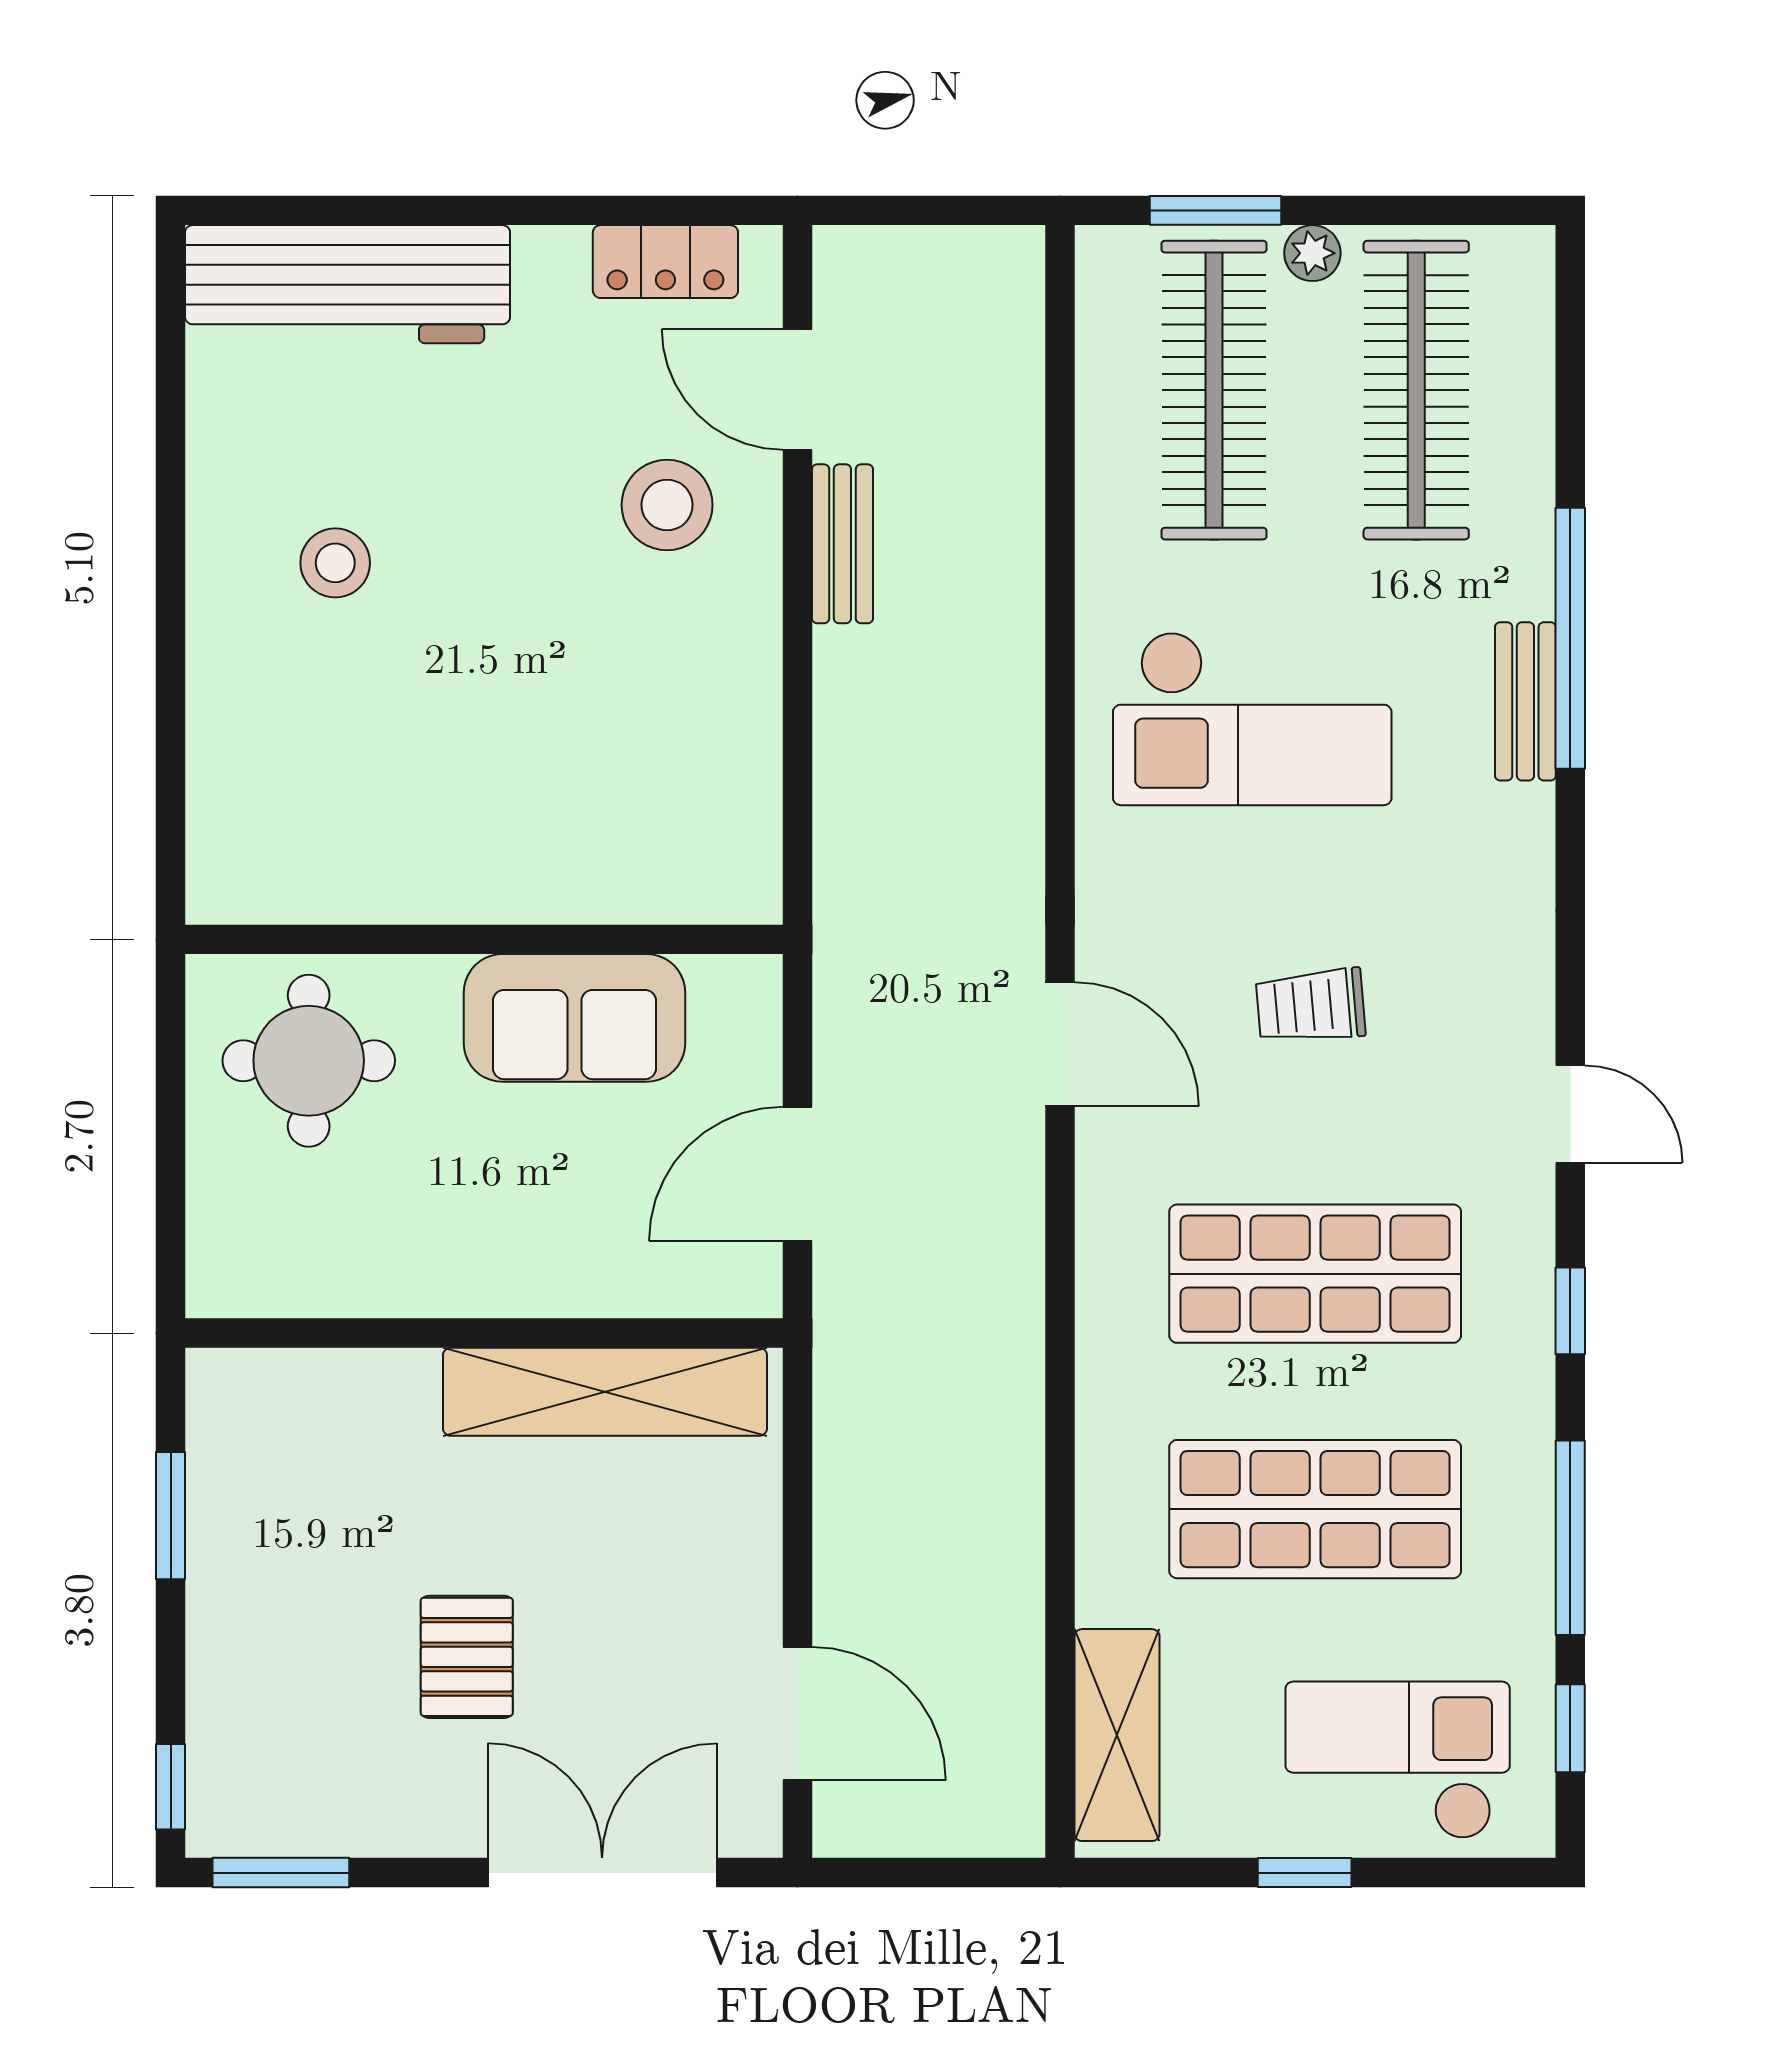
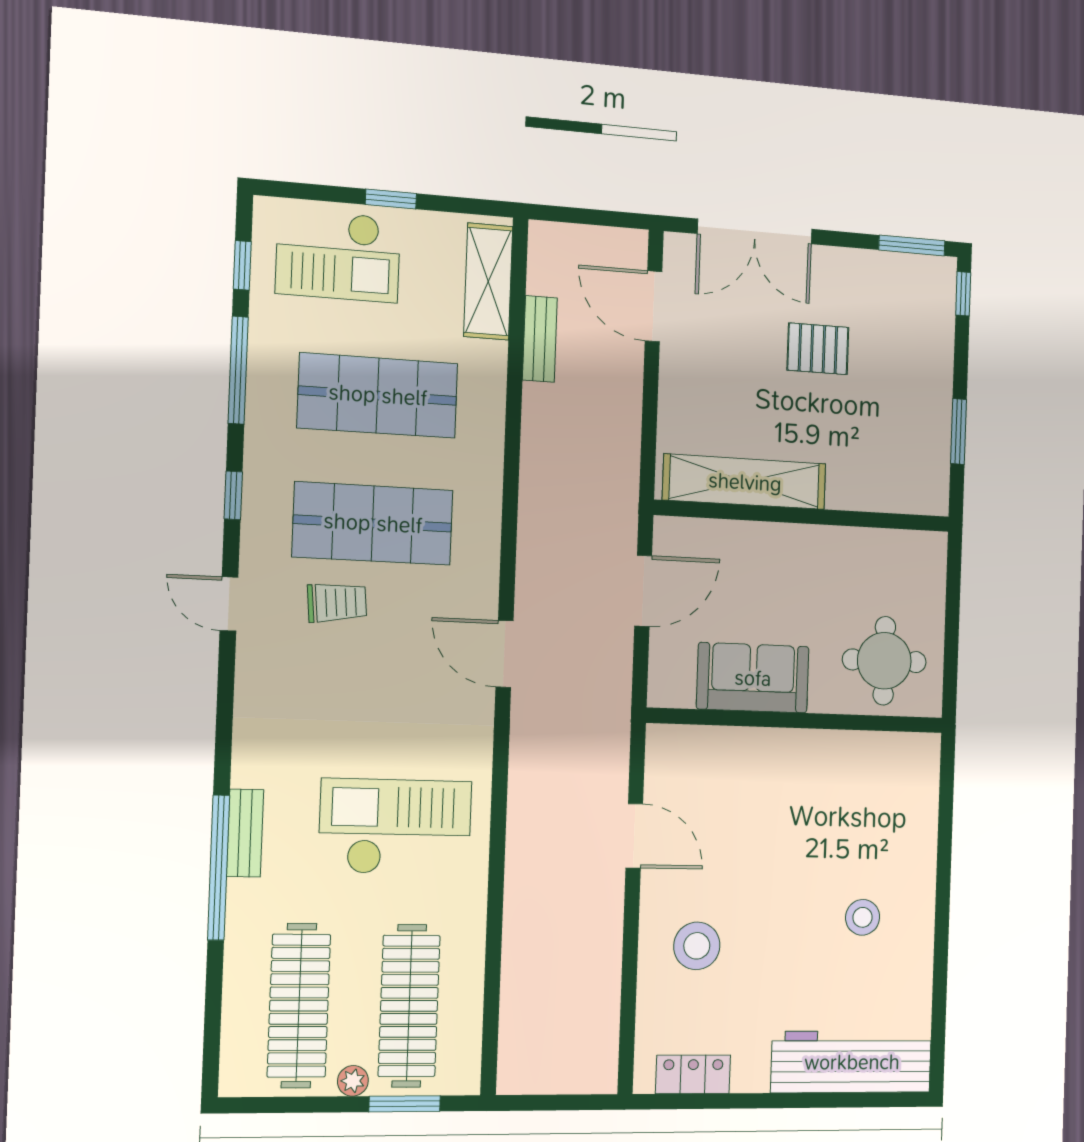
door: (798, 389) -> (634, 836), moved
bench: (842, 544) -> (540, 339), moved
trolley: (1311, 1006) -> (337, 603), moved
pallet: (467, 1657) -> (818, 349), turned 90

